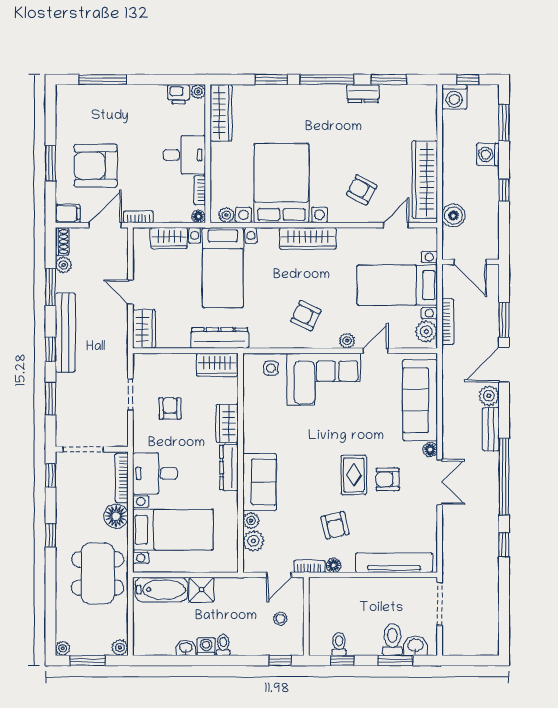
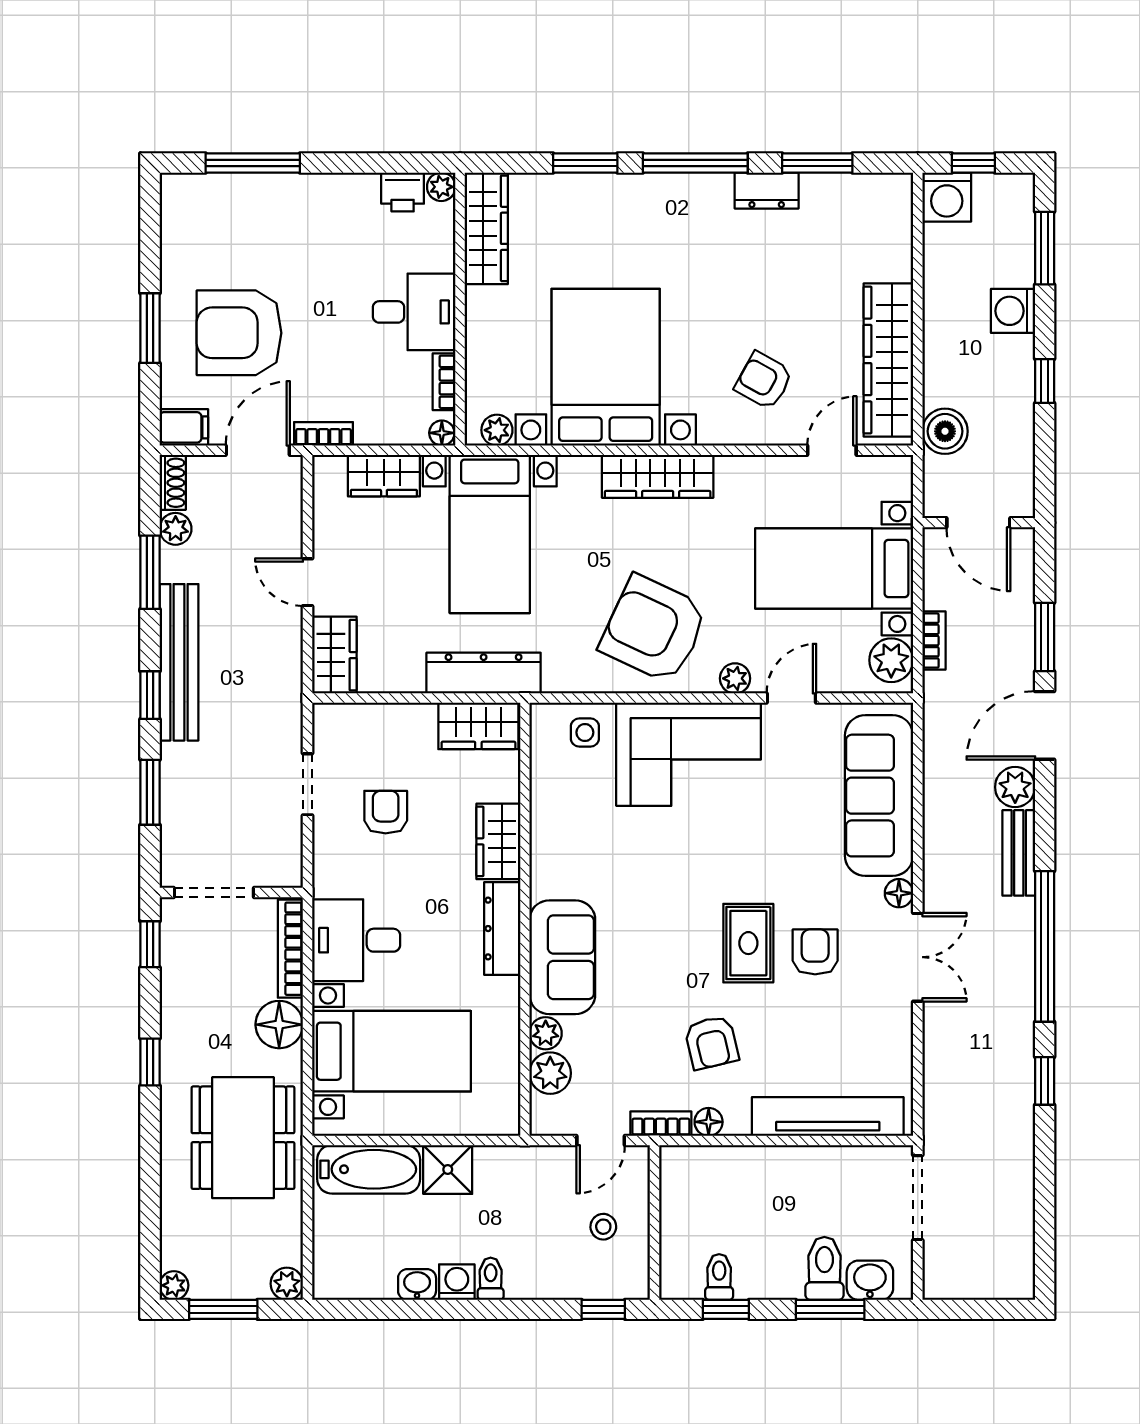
armchair: (306, 316) -> (654, 629), width x1.88, depth x1.88
bookcase: (448, 322) -> (934, 641), width x0.64
armchair: (388, 479) -> (815, 952), turned 90

